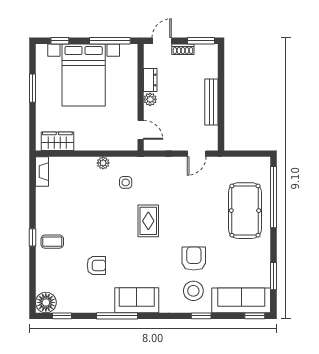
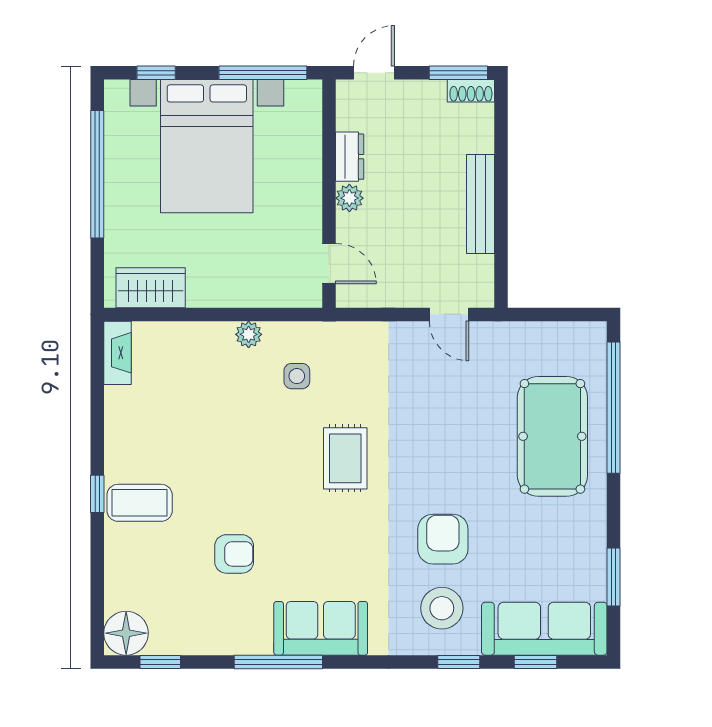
shoe rack: (183, 49) -> (471, 91), moved
window: (32, 88) -> (97, 174), width x2.11
door: (197, 154) -> (449, 314), hinge flipped
coffee table: (52, 242) -> (140, 503), width x1.36, depth x1.30
window: (255, 316) -> (536, 662), moved

